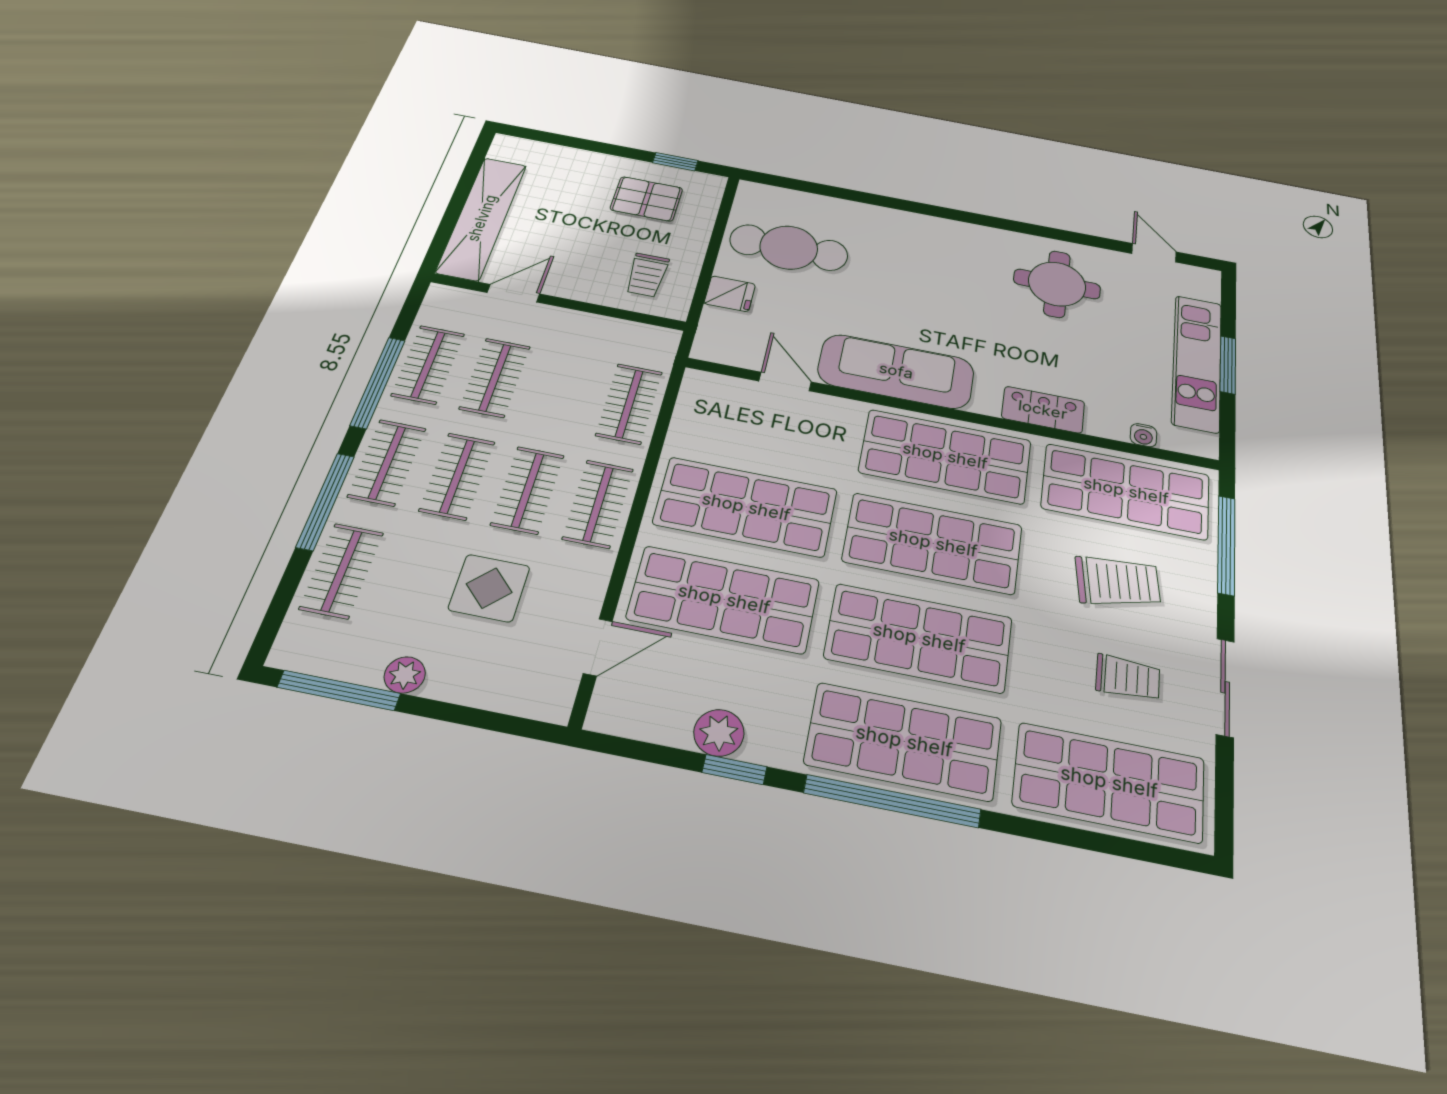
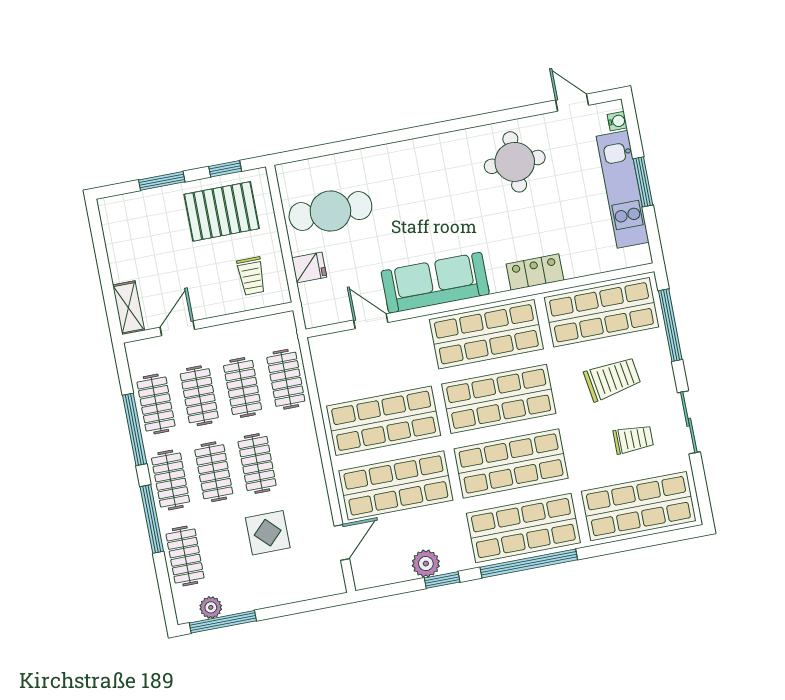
window: (589, 145) -> (162, 181), added
pallet: (647, 199) -> (222, 211), width x1.50, depth x1.42
shelving: (482, 218) -> (128, 308), width x0.45, depth x0.75
water cooler: (1143, 435) -> (617, 121), moved, turned -90
clothes rail: (598, 504) -> (243, 388), moved
plant: (405, 675) -> (211, 607), moved

